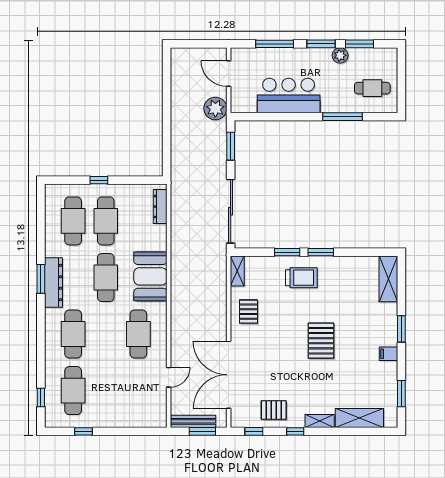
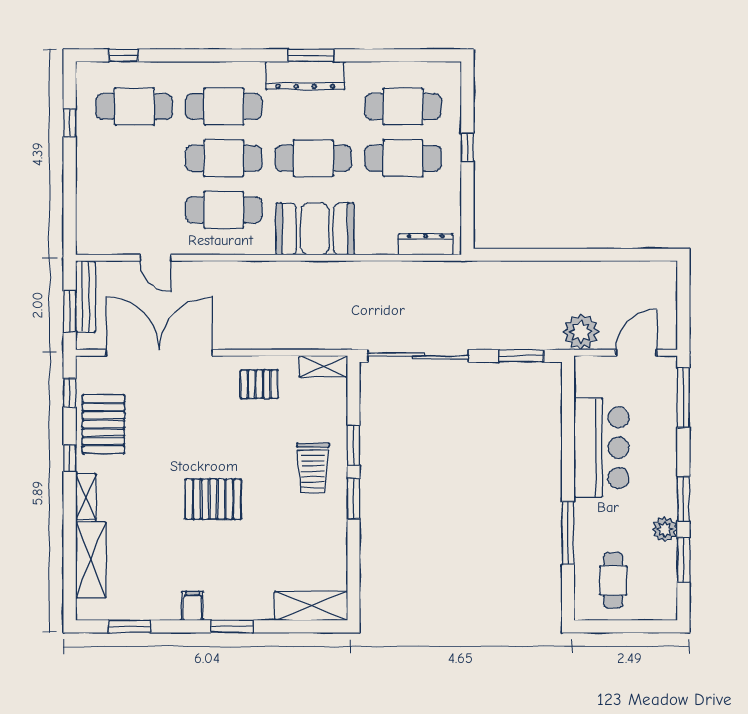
window: (275, 44) -> (683, 398), moved
cafe table: (106, 334) -> (224, 158), added
pallet: (274, 410) -> (103, 424), width x1.50, depth x1.42

